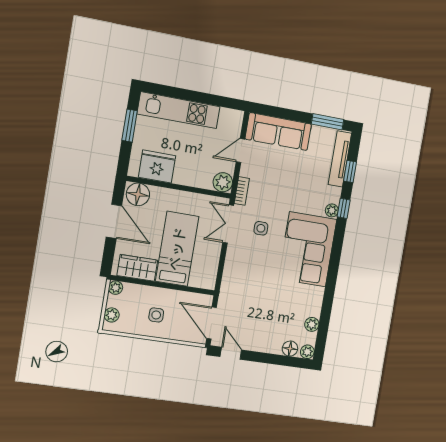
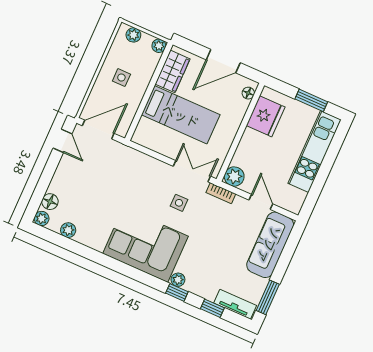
tv unit: (340, 159) -> (235, 304), width x0.71
floor lamp: (138, 194) -> (248, 93), width x0.53, depth x0.53
door: (231, 353) -> (62, 141), hinge flipped

